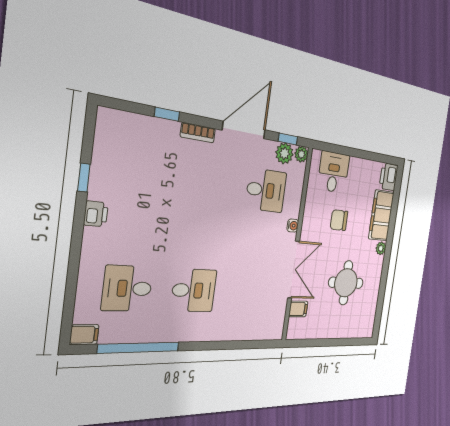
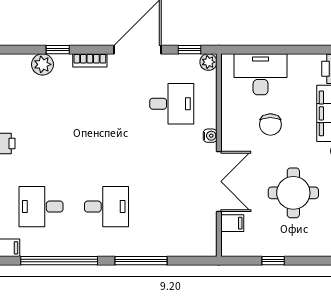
plant: (284, 153) -> (43, 64), moved
desk: (334, 172) -> (261, 74), width x1.37
chair: (339, 220) -> (270, 124), turned -90
window: (323, 343) -> (273, 261), added
window: (218, 345) -> (141, 261), added

